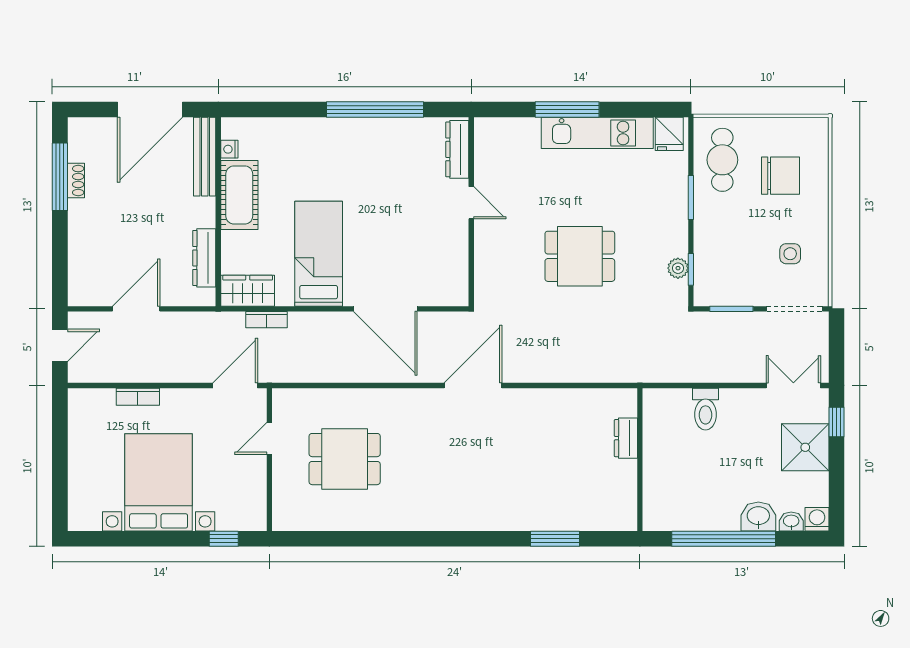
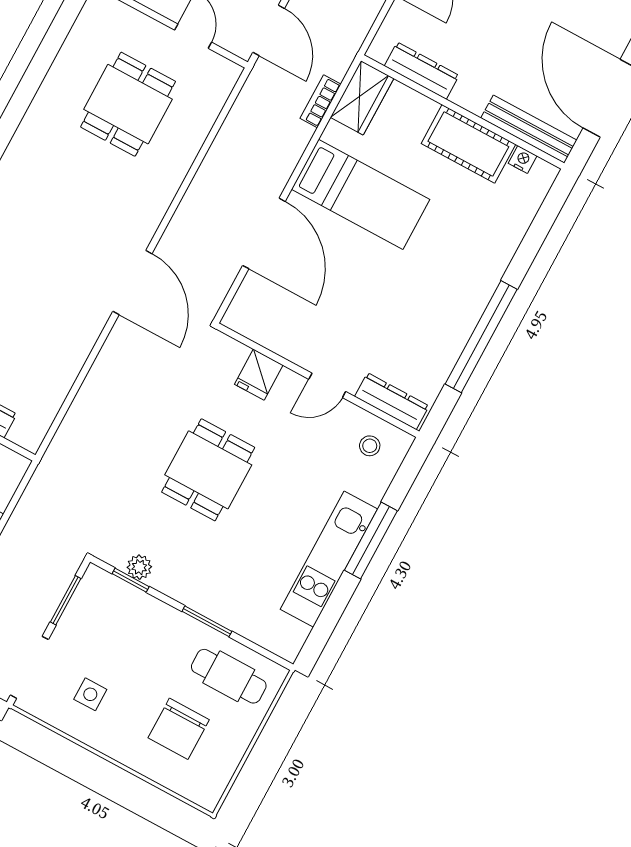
fridge: (669, 134) -> (259, 375), moved, turned -90
stool: (499, 148) -> (370, 446), added
door: (385, 309) -> (264, 233), swing flipped

